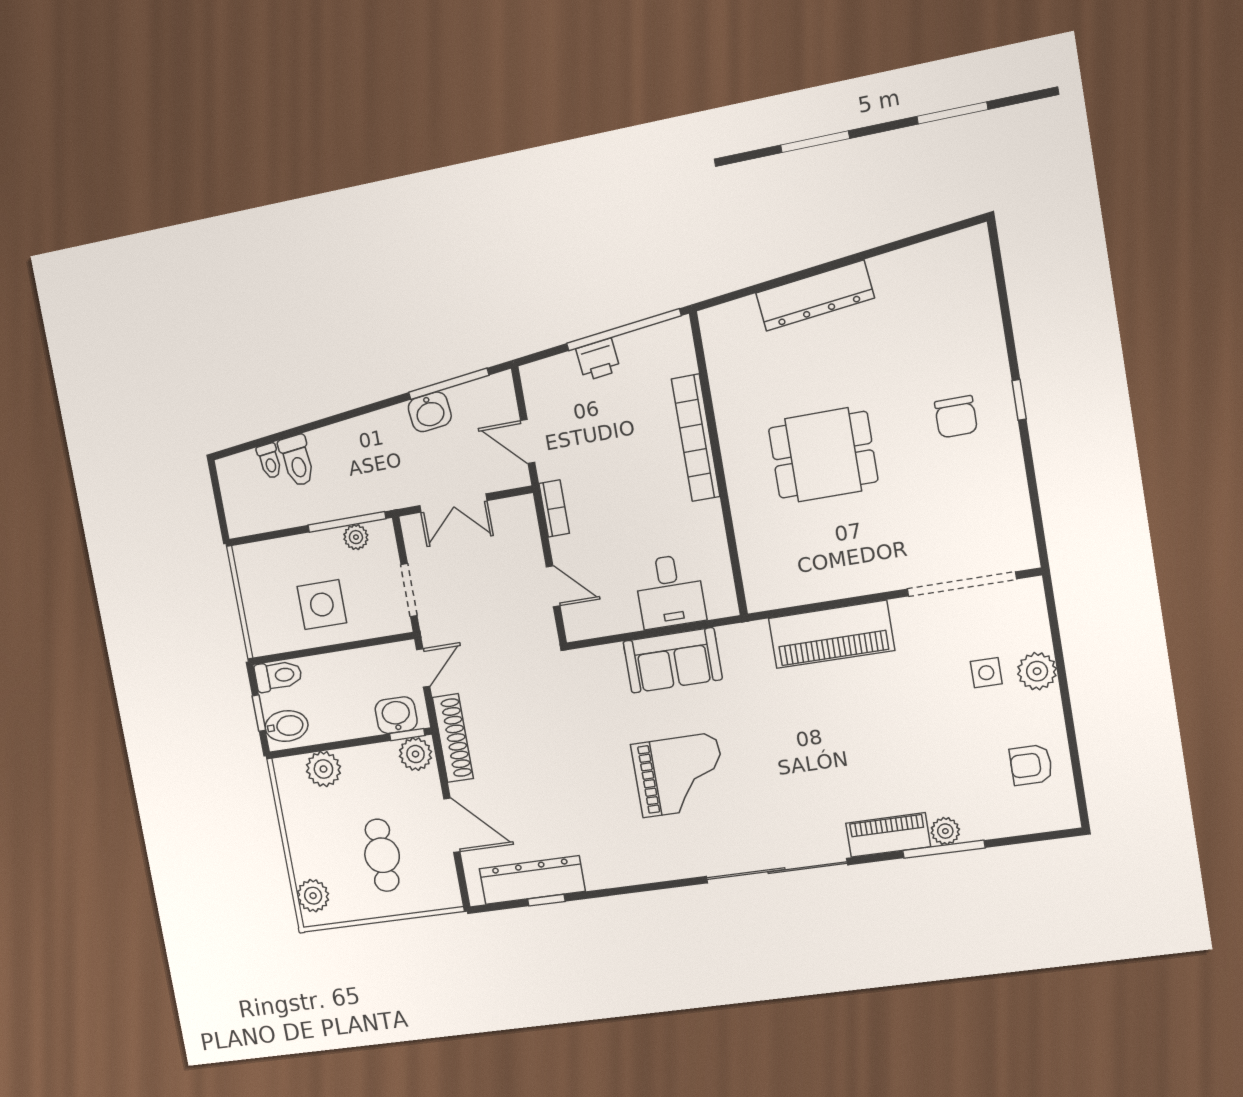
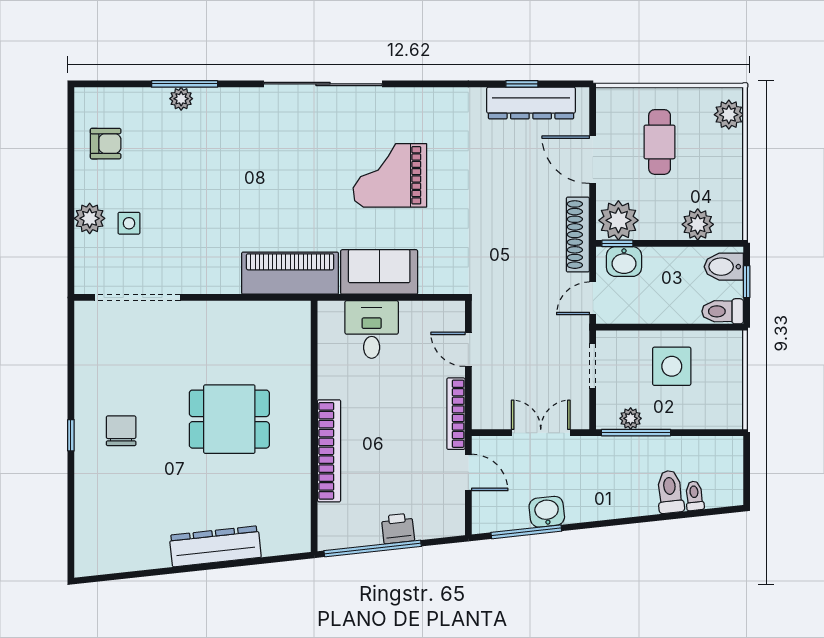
bookcase: (554, 508) -> (456, 414), width x1.56
piano: (831, 634) -> (290, 273), moved
plant: (416, 754) -> (618, 220), width x1.36, depth x1.36
piano: (888, 835) -> (227, 102), removed

